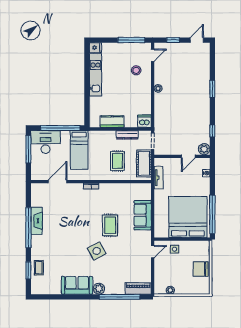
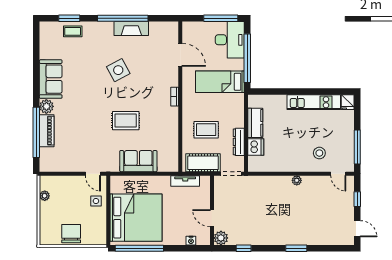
dishwasher: (144, 121) -> (256, 147), moved
side table: (97, 251) -> (118, 70), moved
piano: (138, 289) -> (47, 131), moved

